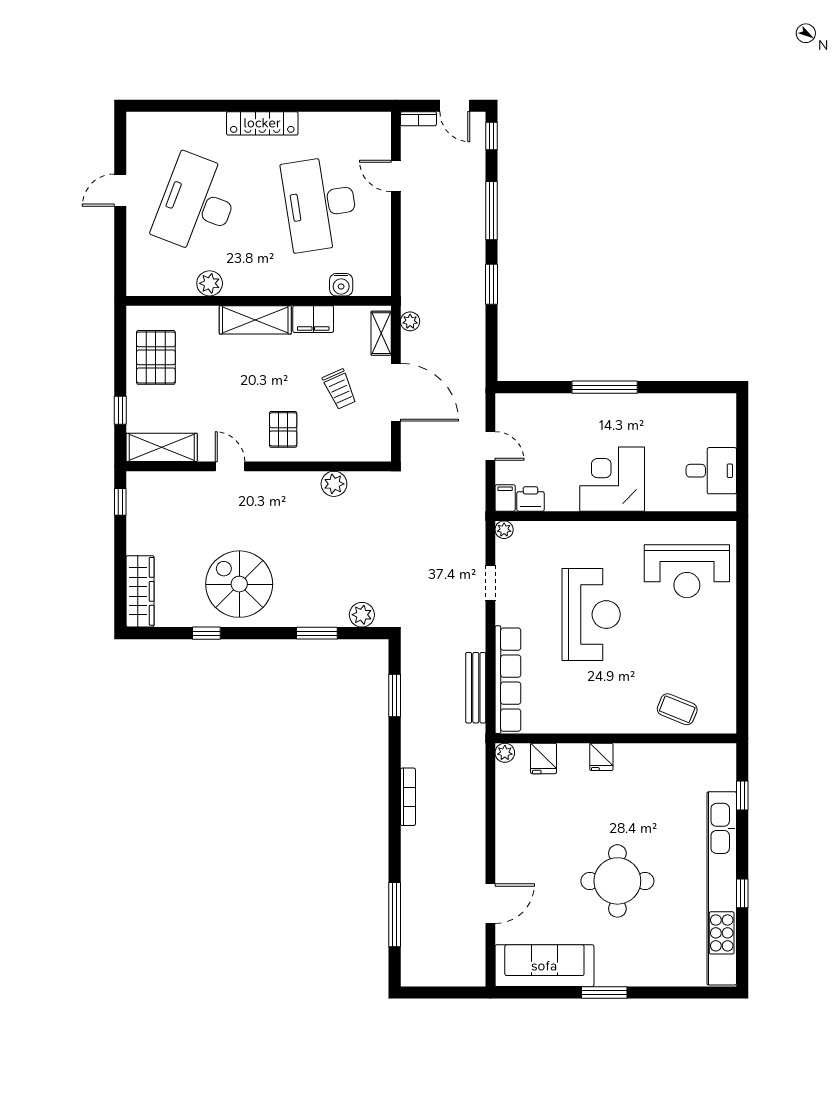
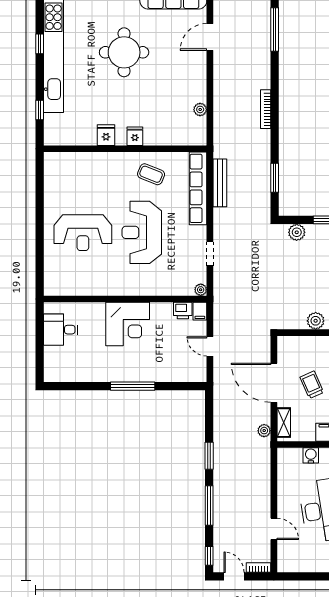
reception desk: (687, 571) -> (83, 233), moved, turned 180
coffee table: (677, 709) -> (151, 174), moved
plant: (505, 753) -> (200, 109), moved
fridge: (543, 758) -> (106, 135), moved

